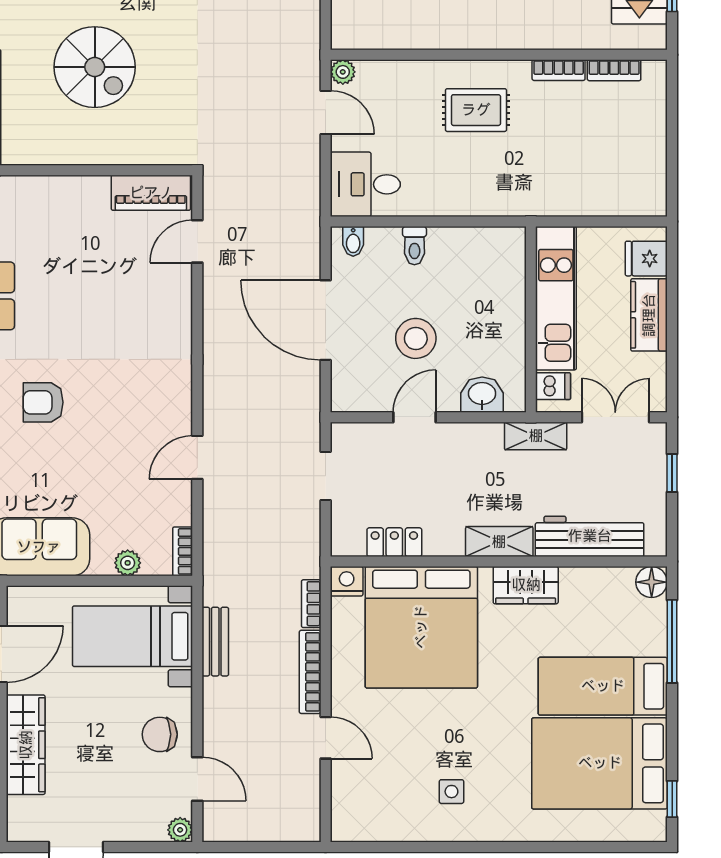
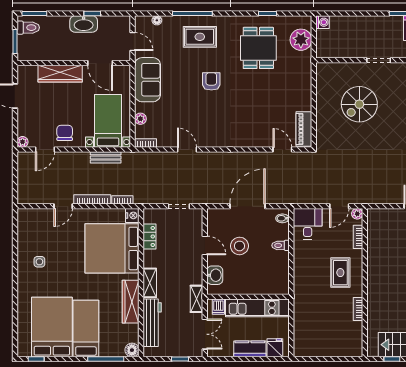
bookcase: (614, 70) -> (358, 237), moved
wardrobe: (526, 585) -> (131, 302), width x1.50

